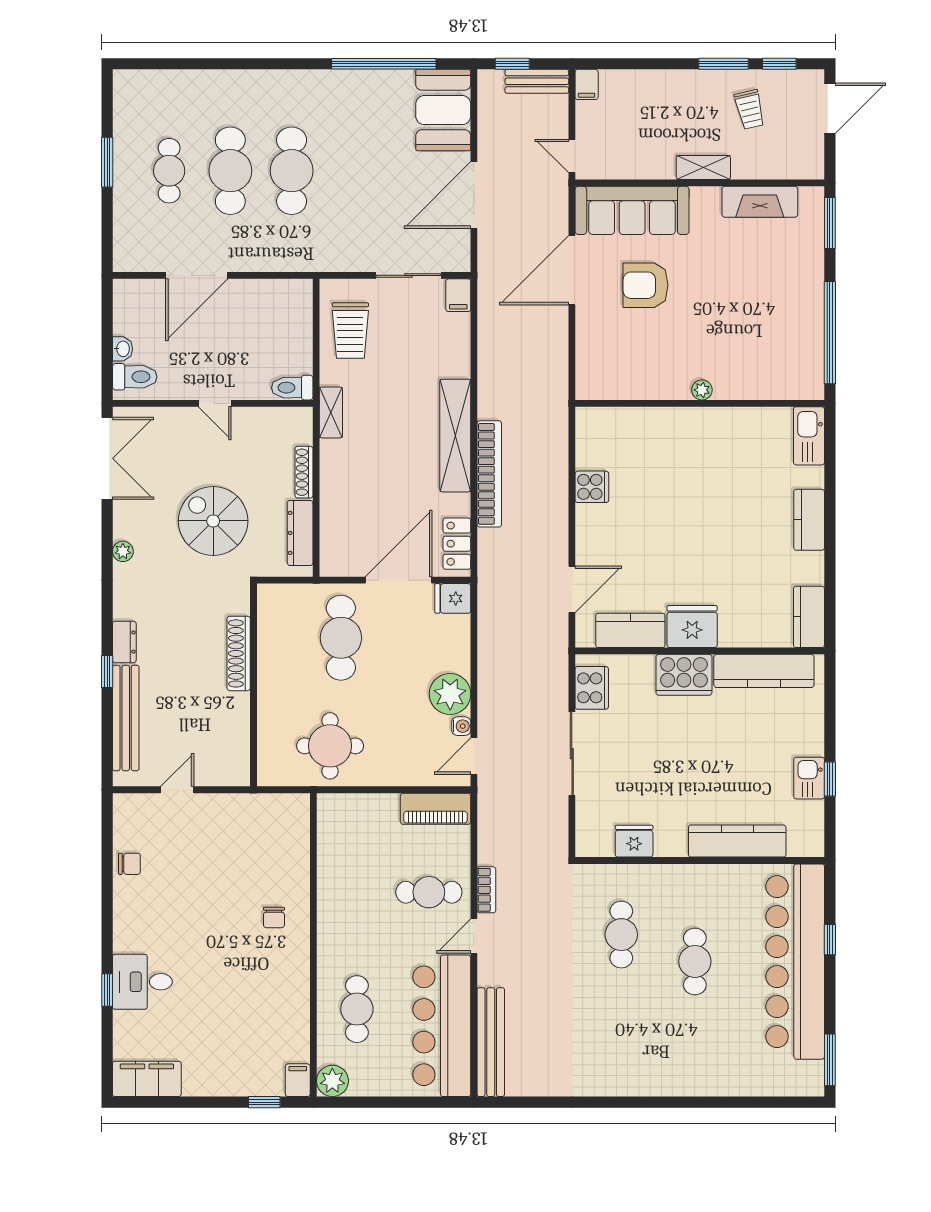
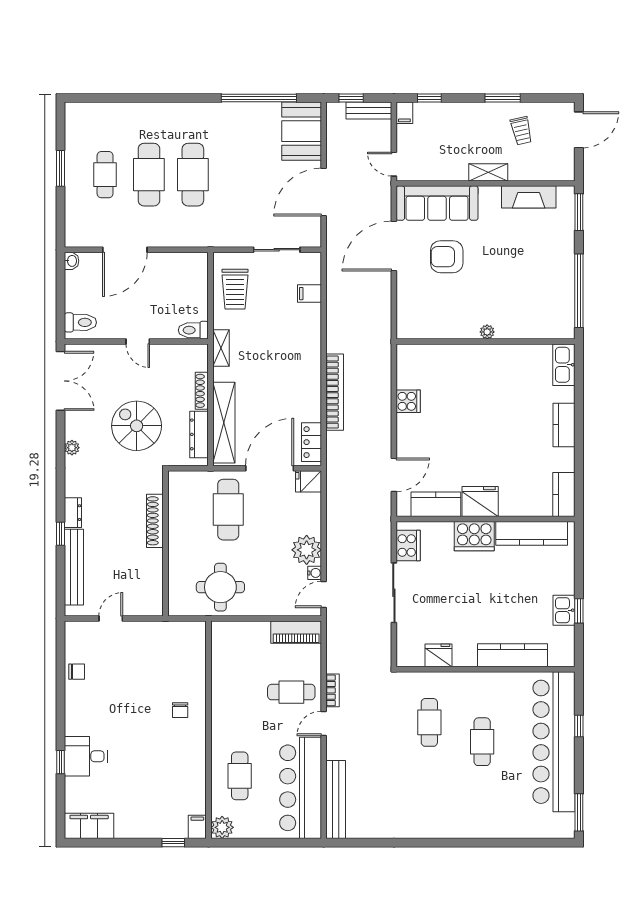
window: (779, 64) -> (429, 98), moved
filing cabinet: (458, 295) -> (309, 294), moved, turned 90
washbasin: (122, 349) -> (72, 261), moved
shelving: (455, 436) -> (224, 423), moved

